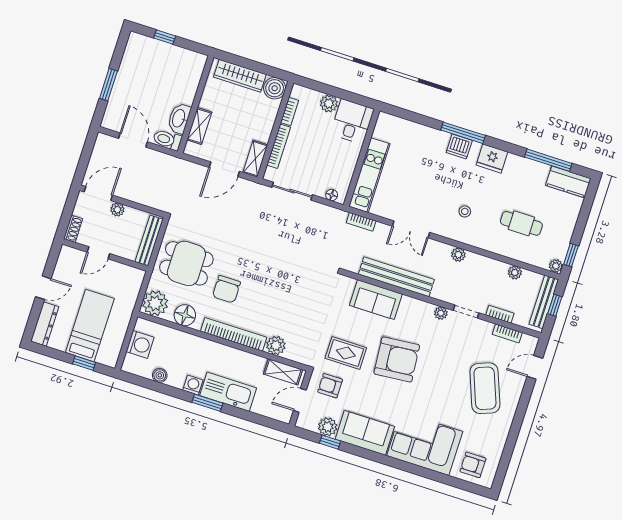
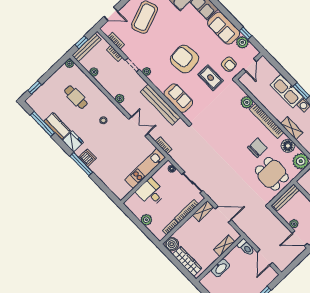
washbasin: (179, 118) -> (220, 268), moved
desk: (352, 121) -> (151, 193), moved, turned 90
kitchen counter: (568, 182) -> (57, 126), moved
window: (571, 255) -> (35, 87), moved
shelving: (283, 372) -> (292, 128), moved
door: (300, 400) -> (250, 65), hinge flipped

